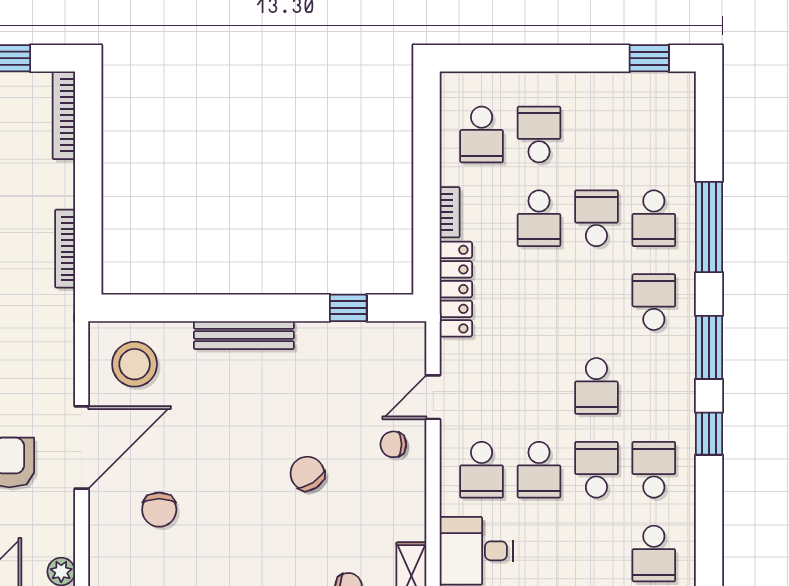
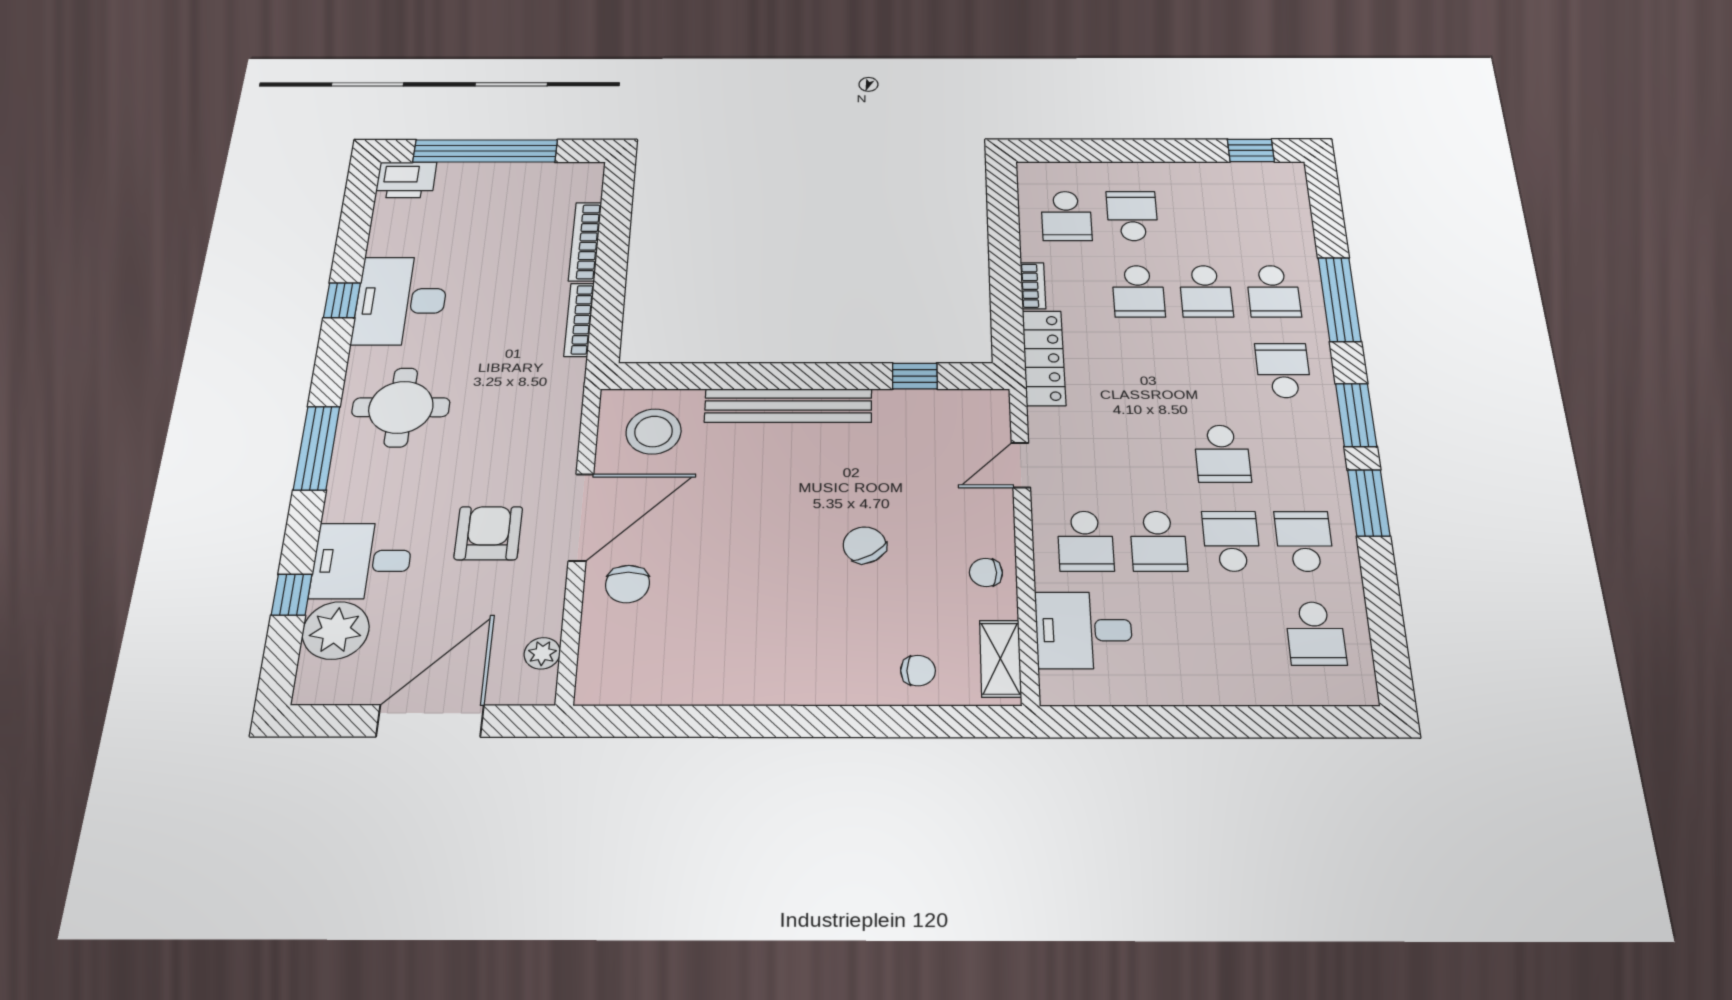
bookcase: (64, 115) -> (585, 242), moved
school desk: (596, 218) -> (1206, 291), turned 180
bench: (244, 335) -> (788, 406), width x1.37, depth x1.21
window: (709, 434) -> (1369, 503), width x1.50
chair: (393, 444) -> (986, 573), moved
chair: (159, 510) -> (628, 584), moved

